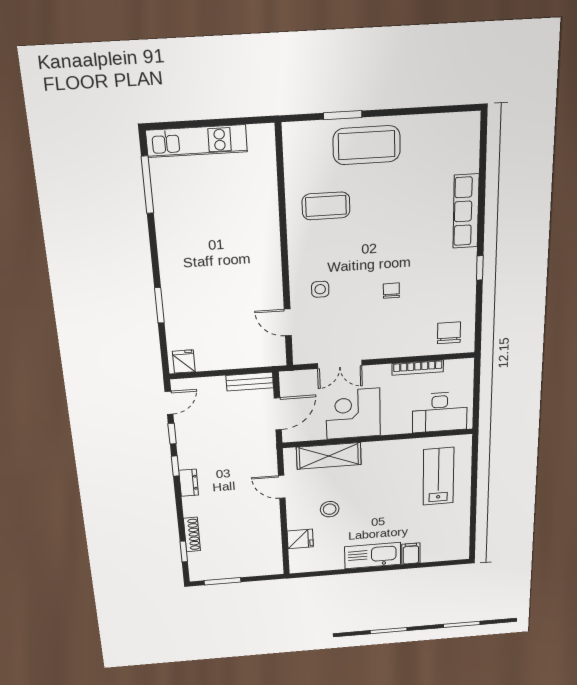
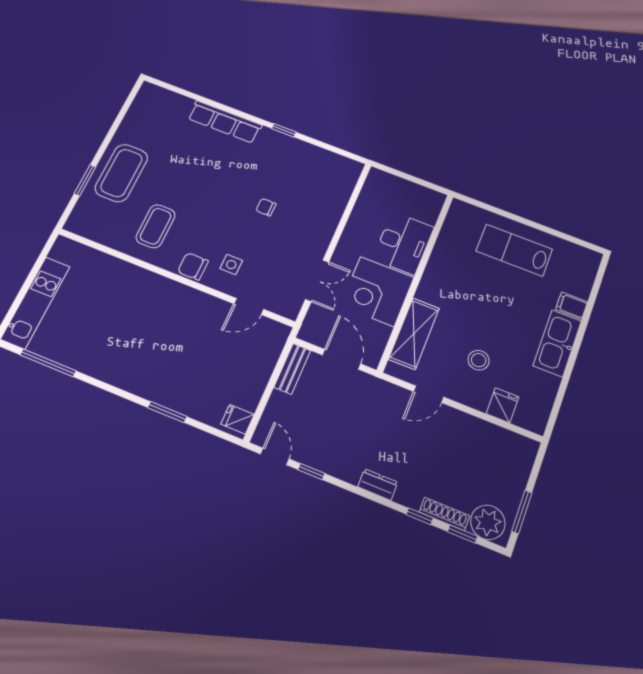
chair: (449, 333) -> (193, 266), moved
bookcase: (418, 368) -> (357, 216), removed
desk: (440, 412) -> (403, 243), moved
window: (175, 466) -> (420, 516), moved
lab bench: (438, 476) -> (514, 250), moved
plant: (202, 564) -> (488, 522), added

